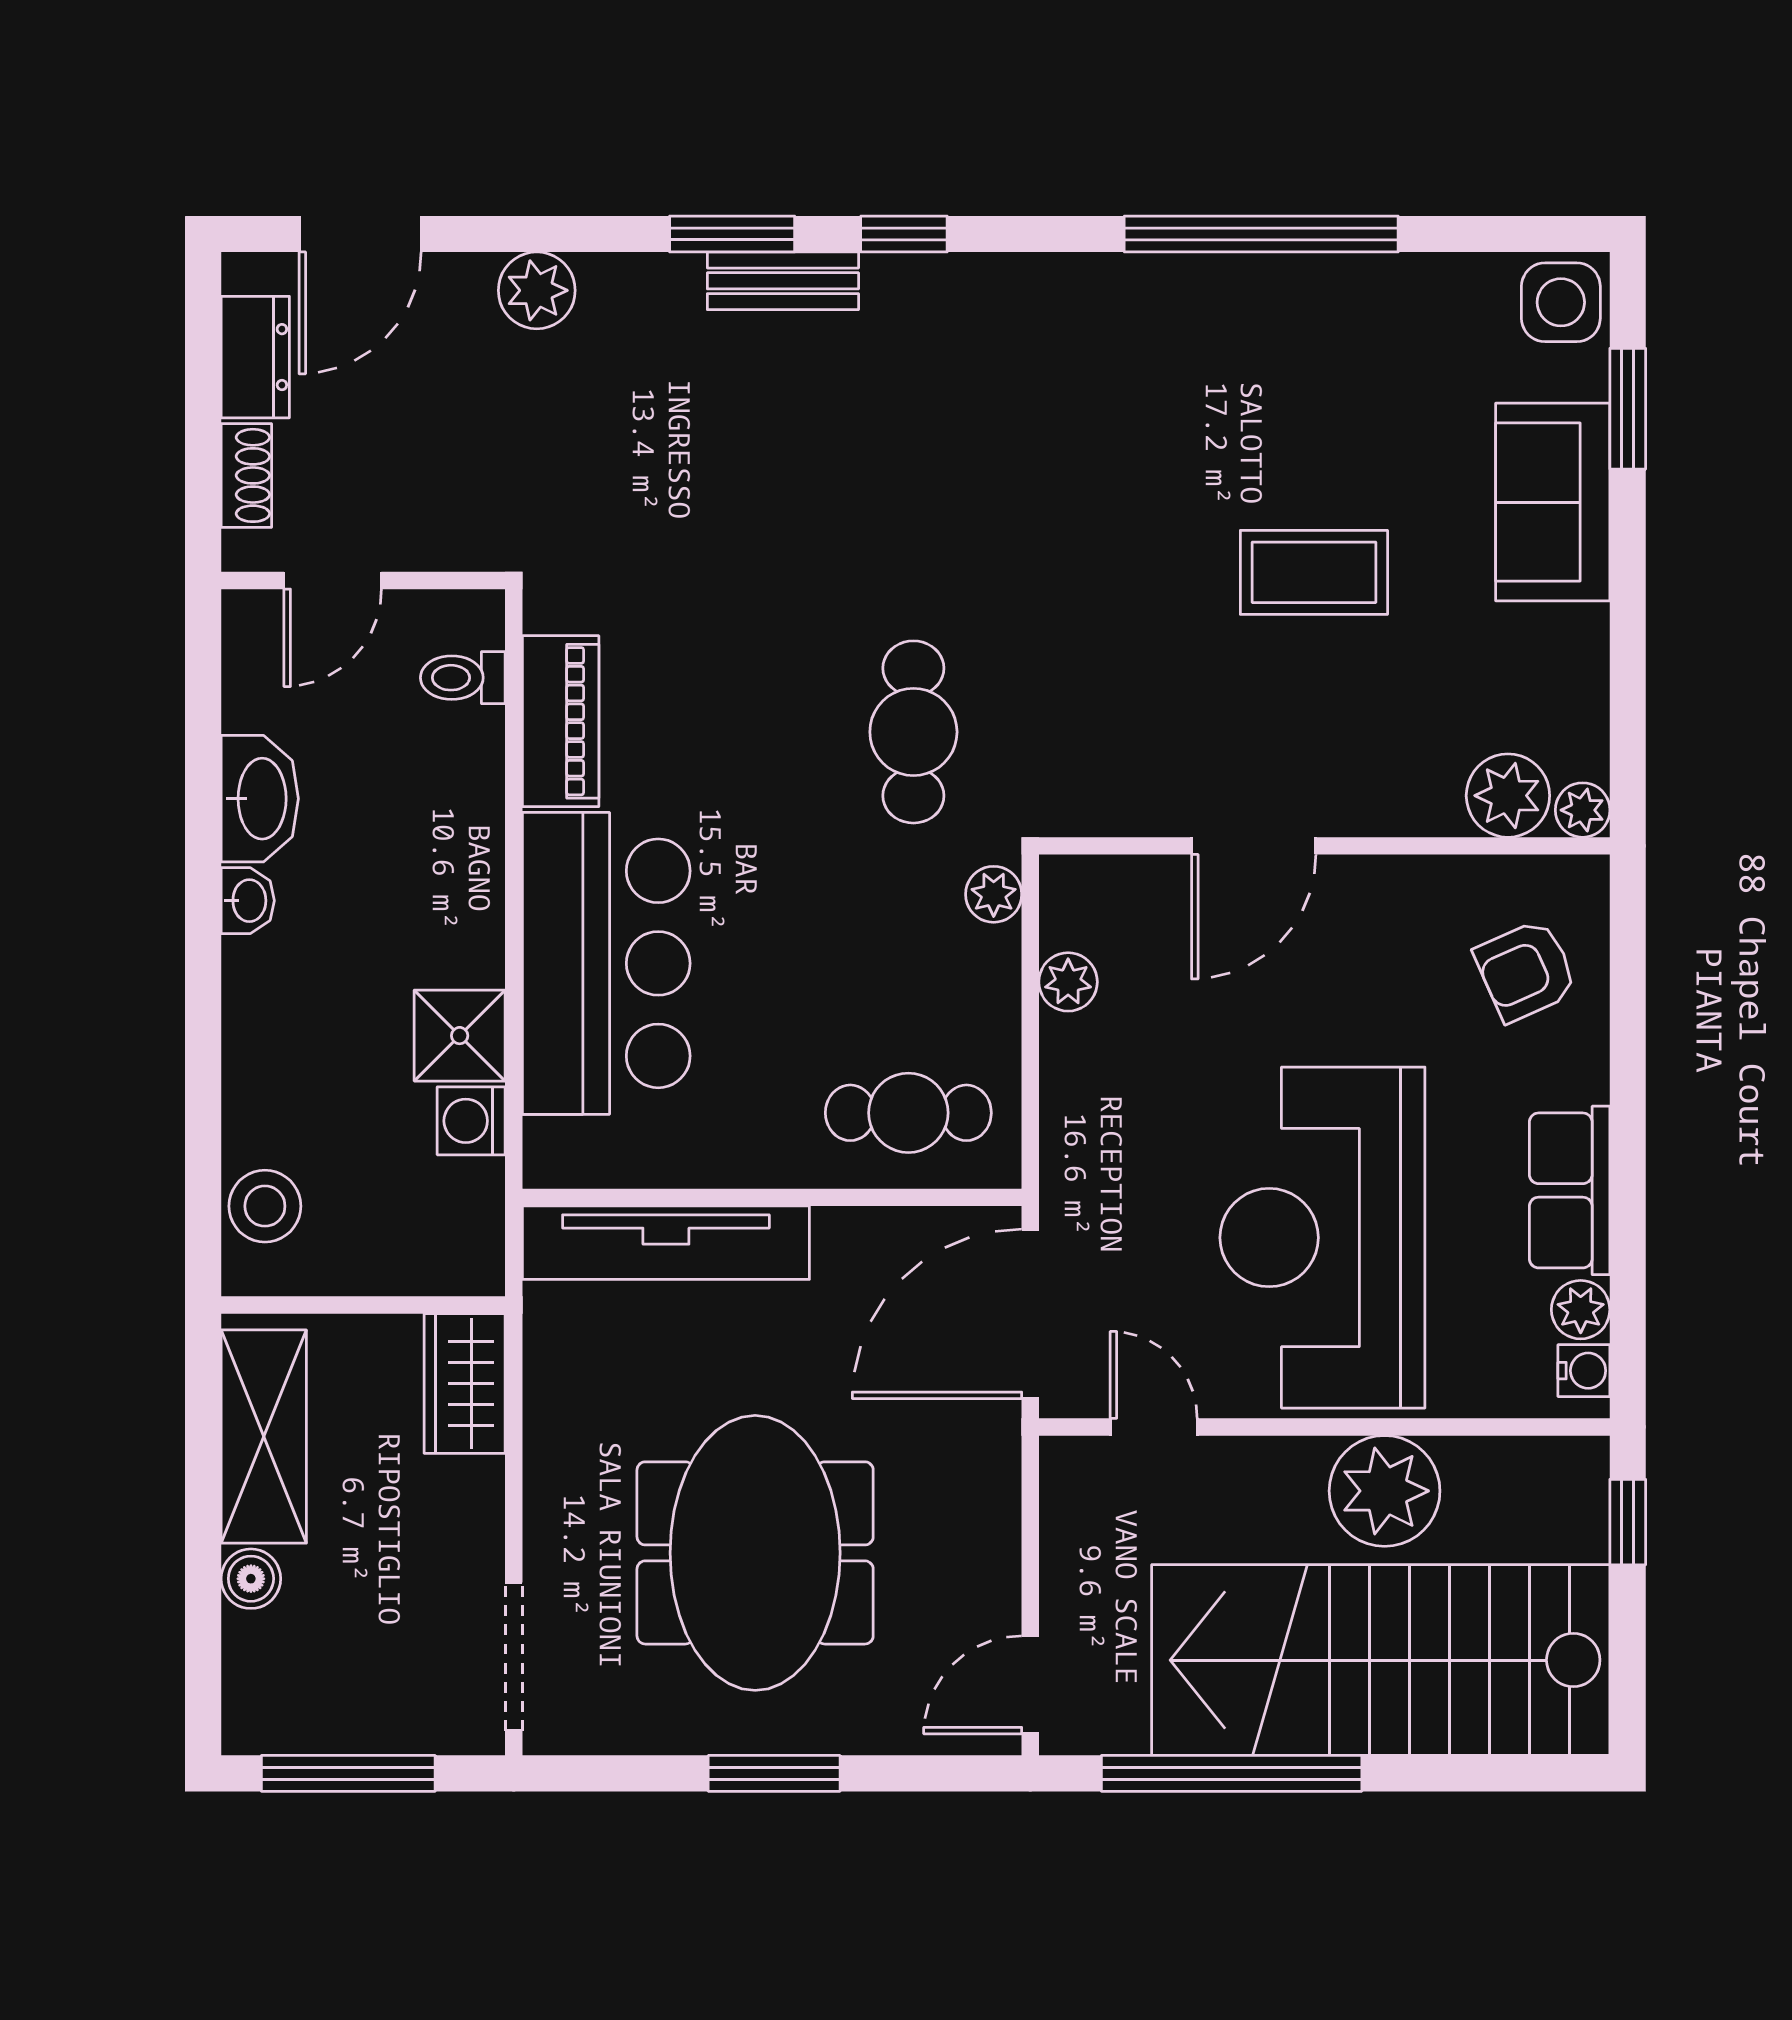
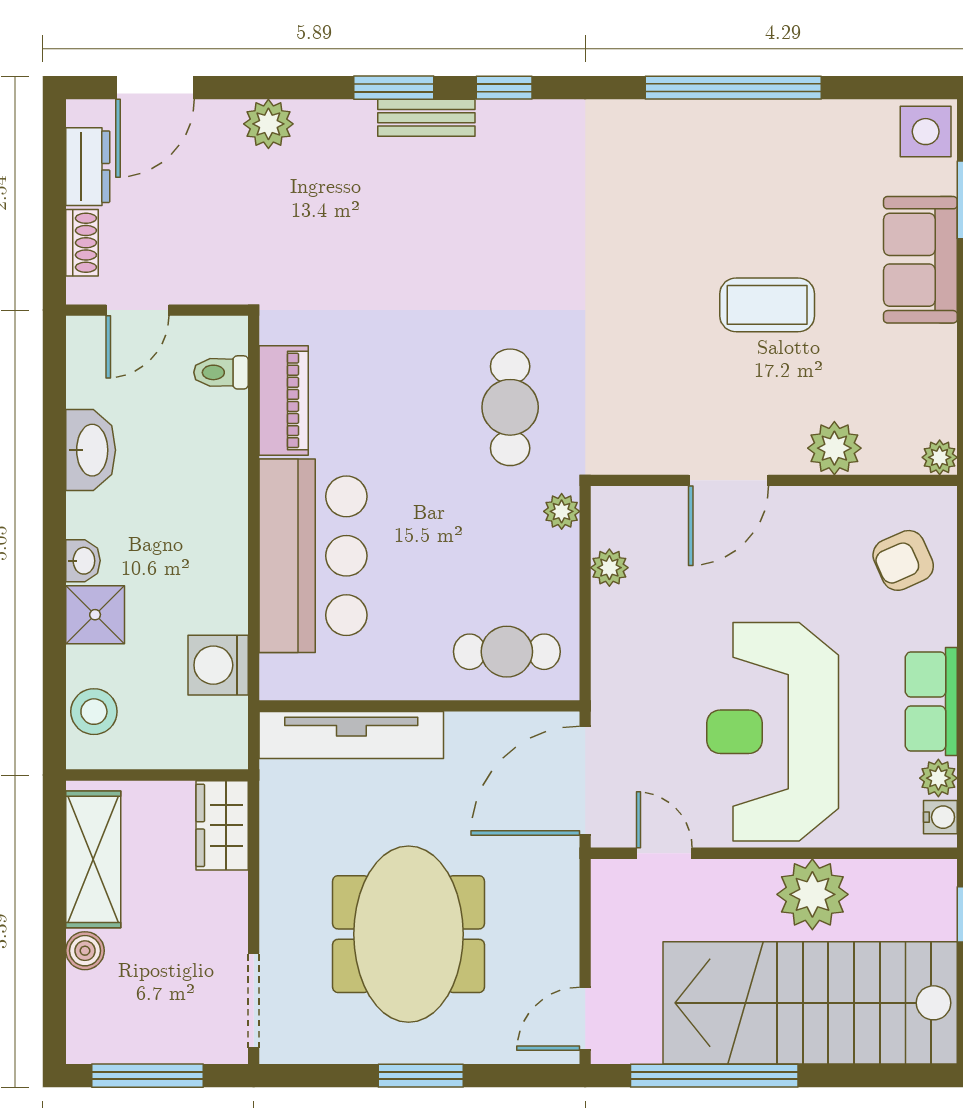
plant: (1508, 796) -> (834, 448), moved
washbasin: (248, 901) -> (83, 561), moved
shower: (460, 1036) -> (95, 615), moved
washing machine: (471, 1121) -> (218, 665), width x1.38, depth x1.38

